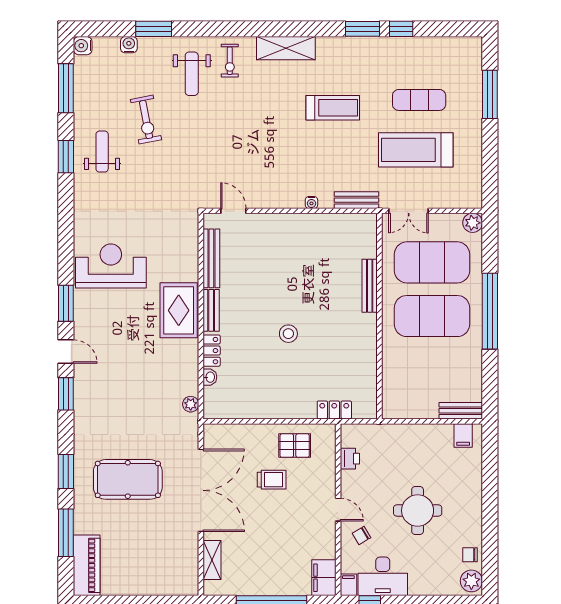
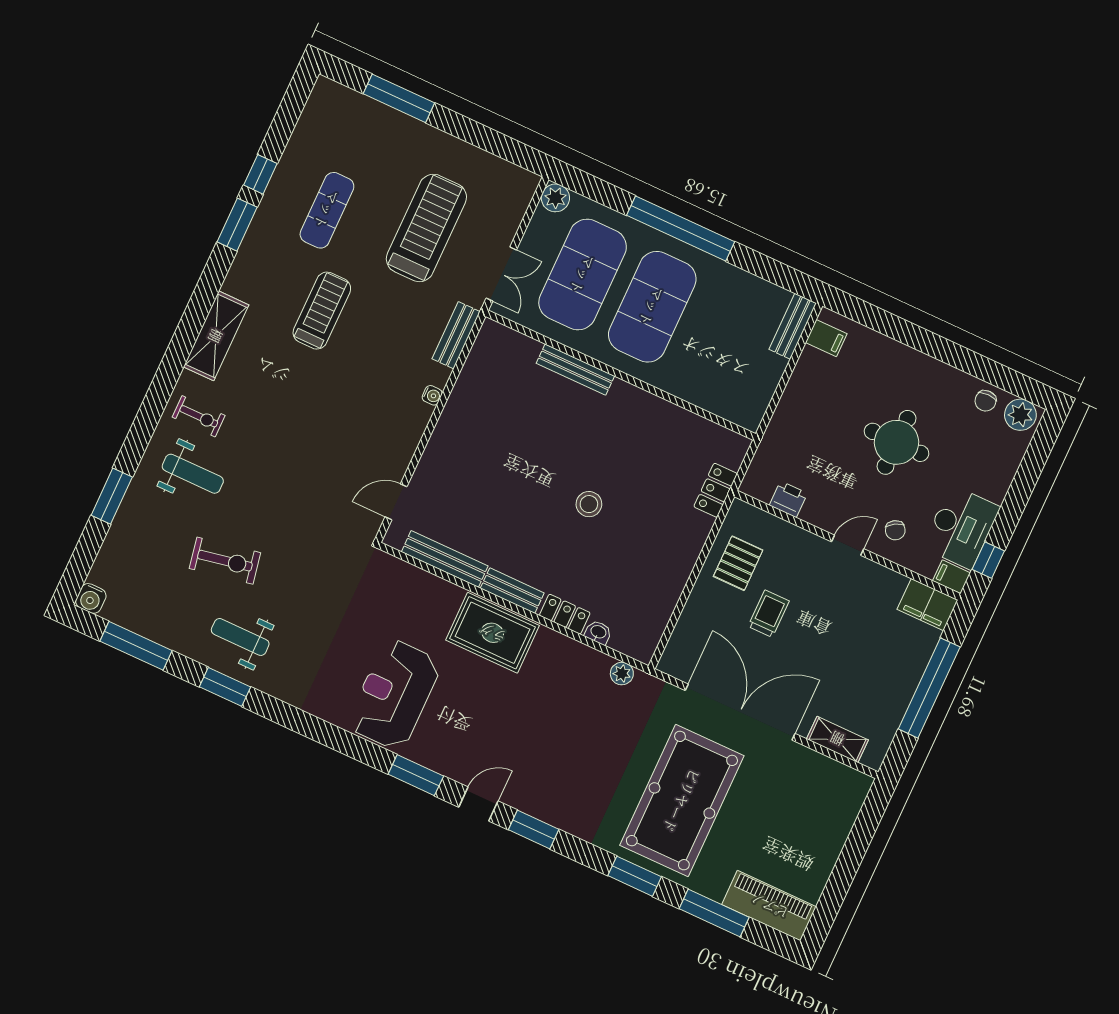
water cooler: (129, 45) -> (117, 538), removed
exercise mat: (419, 100) -> (327, 210), moved
treadmill: (416, 150) -> (426, 228), turned 180
pool table: (128, 479) -> (682, 801), width x1.36, depth x1.32

